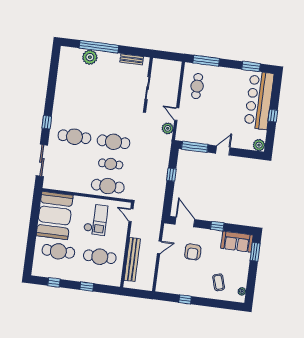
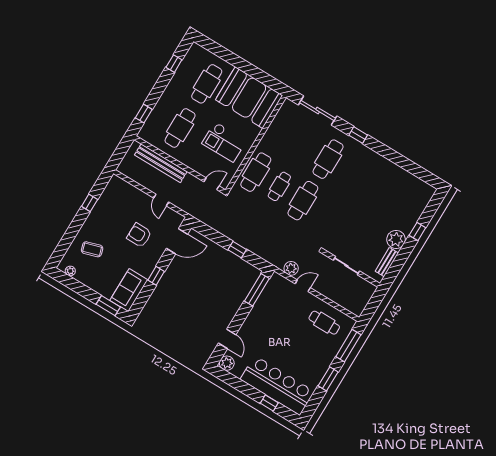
window: (99, 47) -> (417, 232), width x0.32
plant: (90, 57) -> (396, 239), moved
window: (251, 66) -> (328, 379), moved
window: (273, 116) -> (269, 403), moved
door: (223, 150) -> (227, 339), moved
window: (87, 287) -> (144, 114), moved

